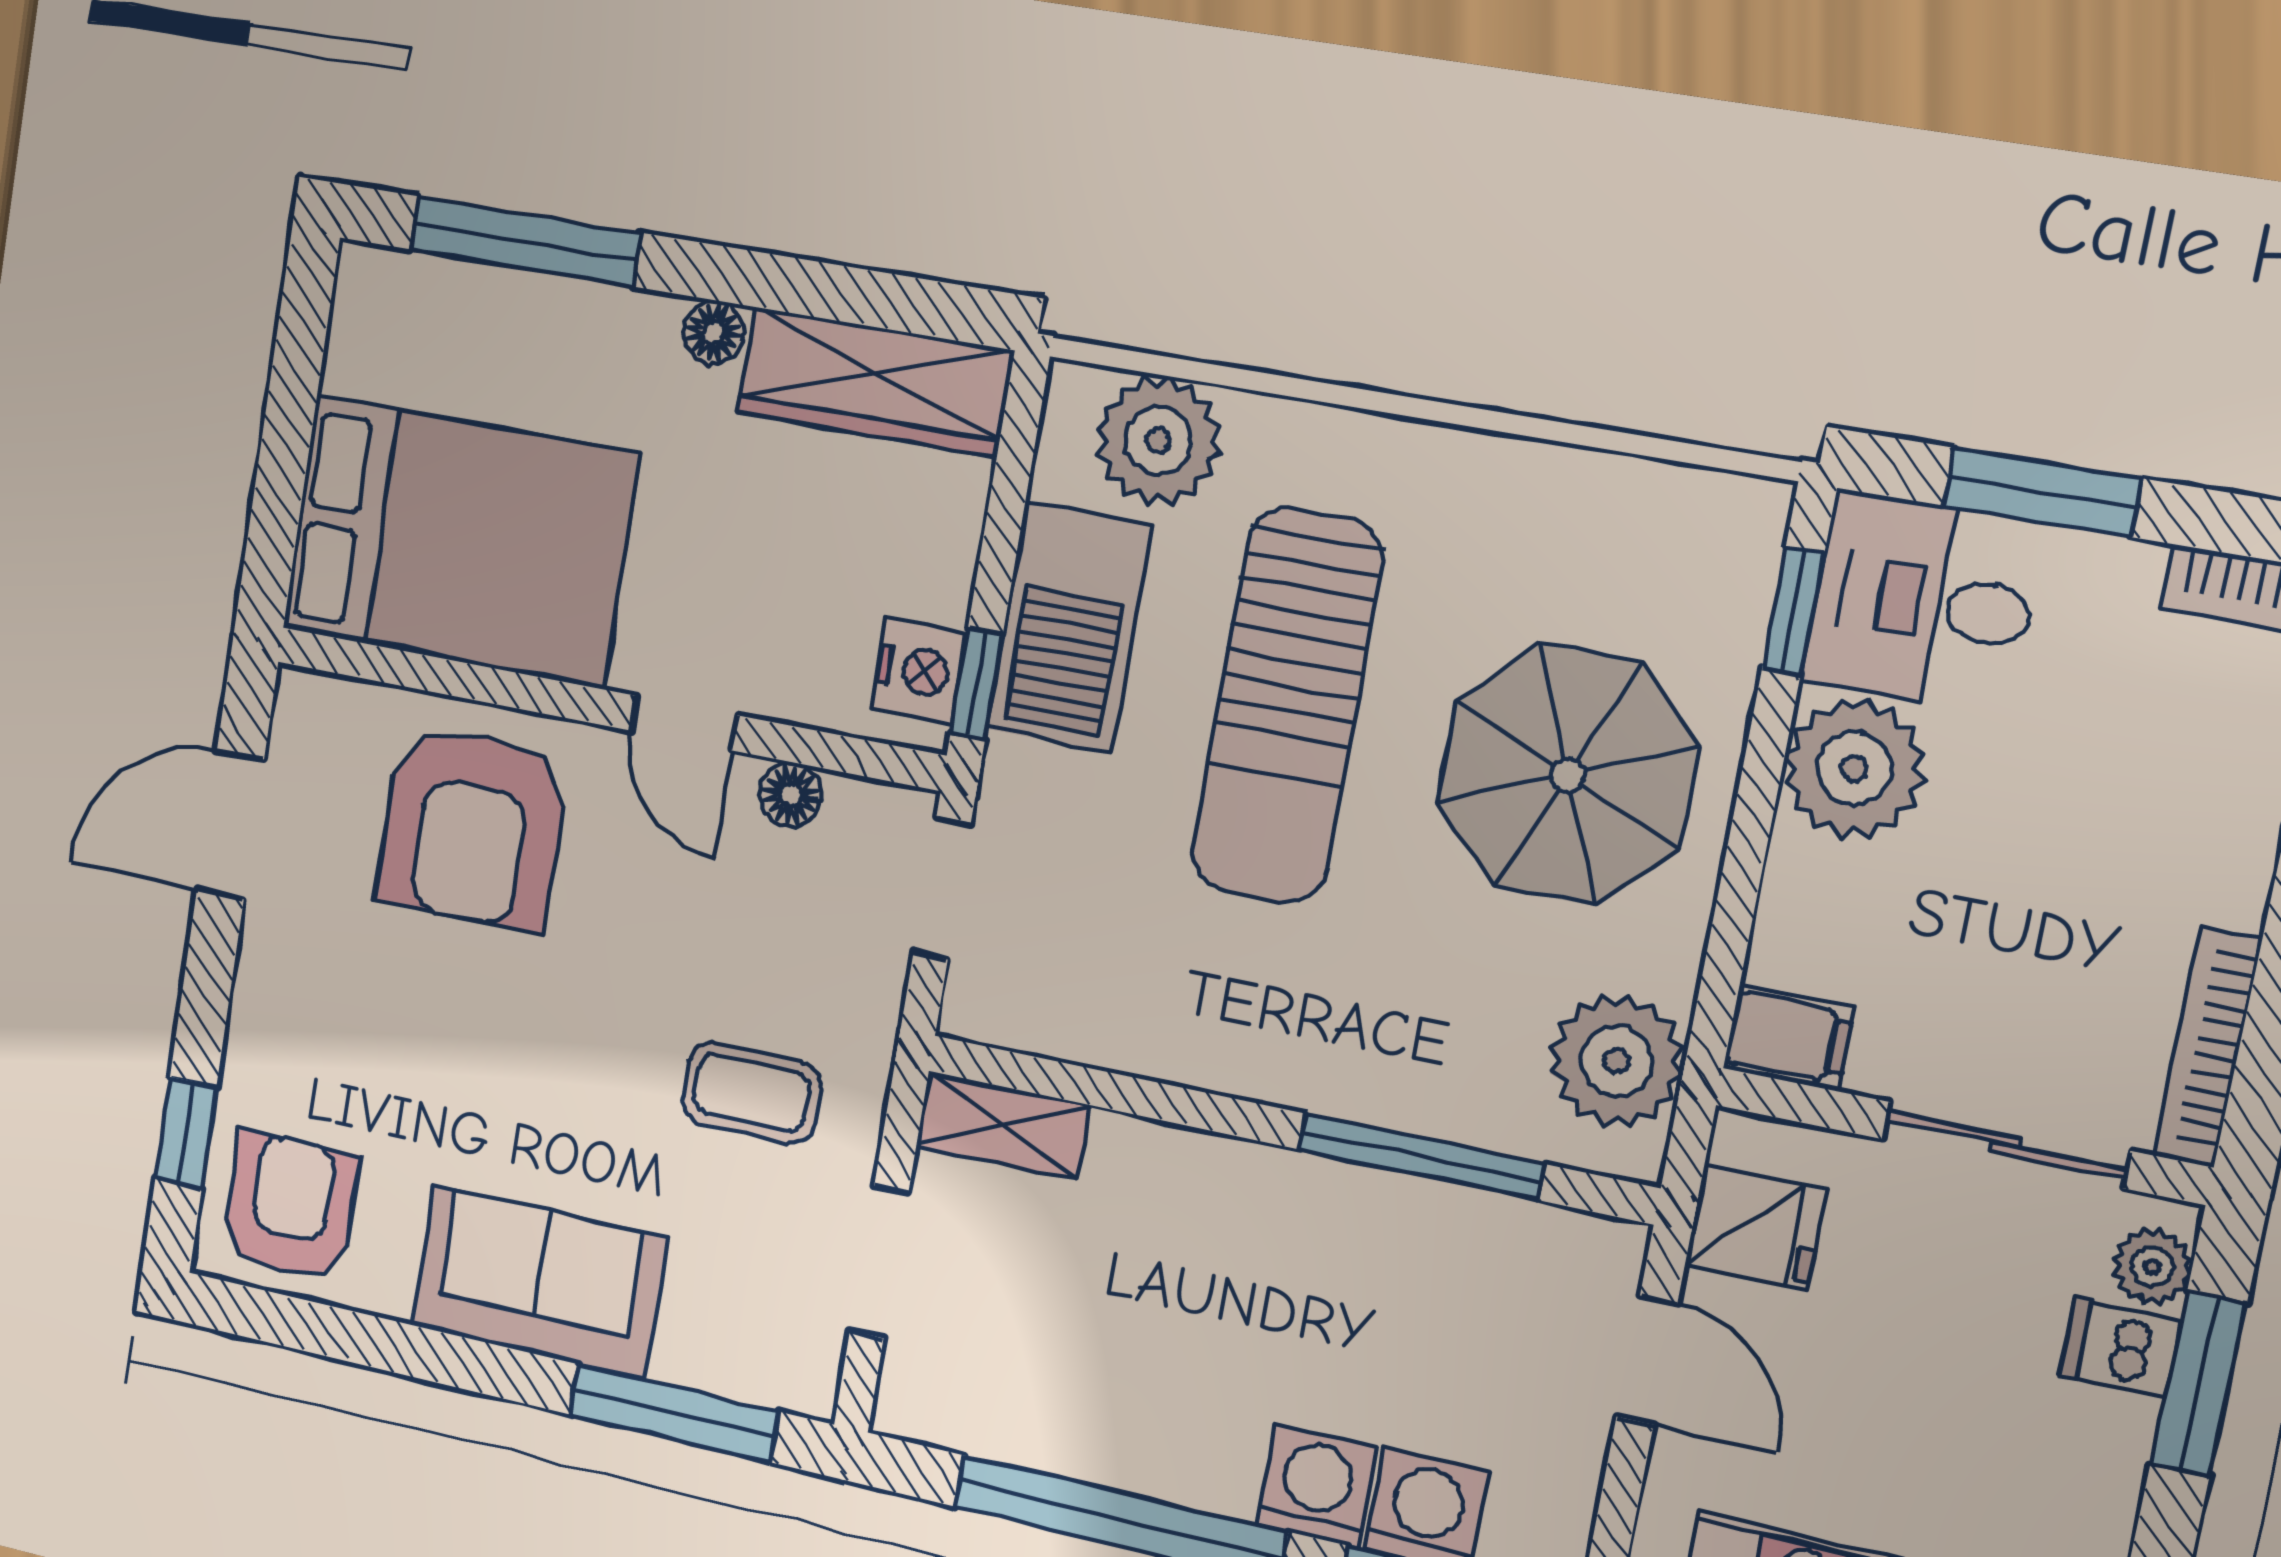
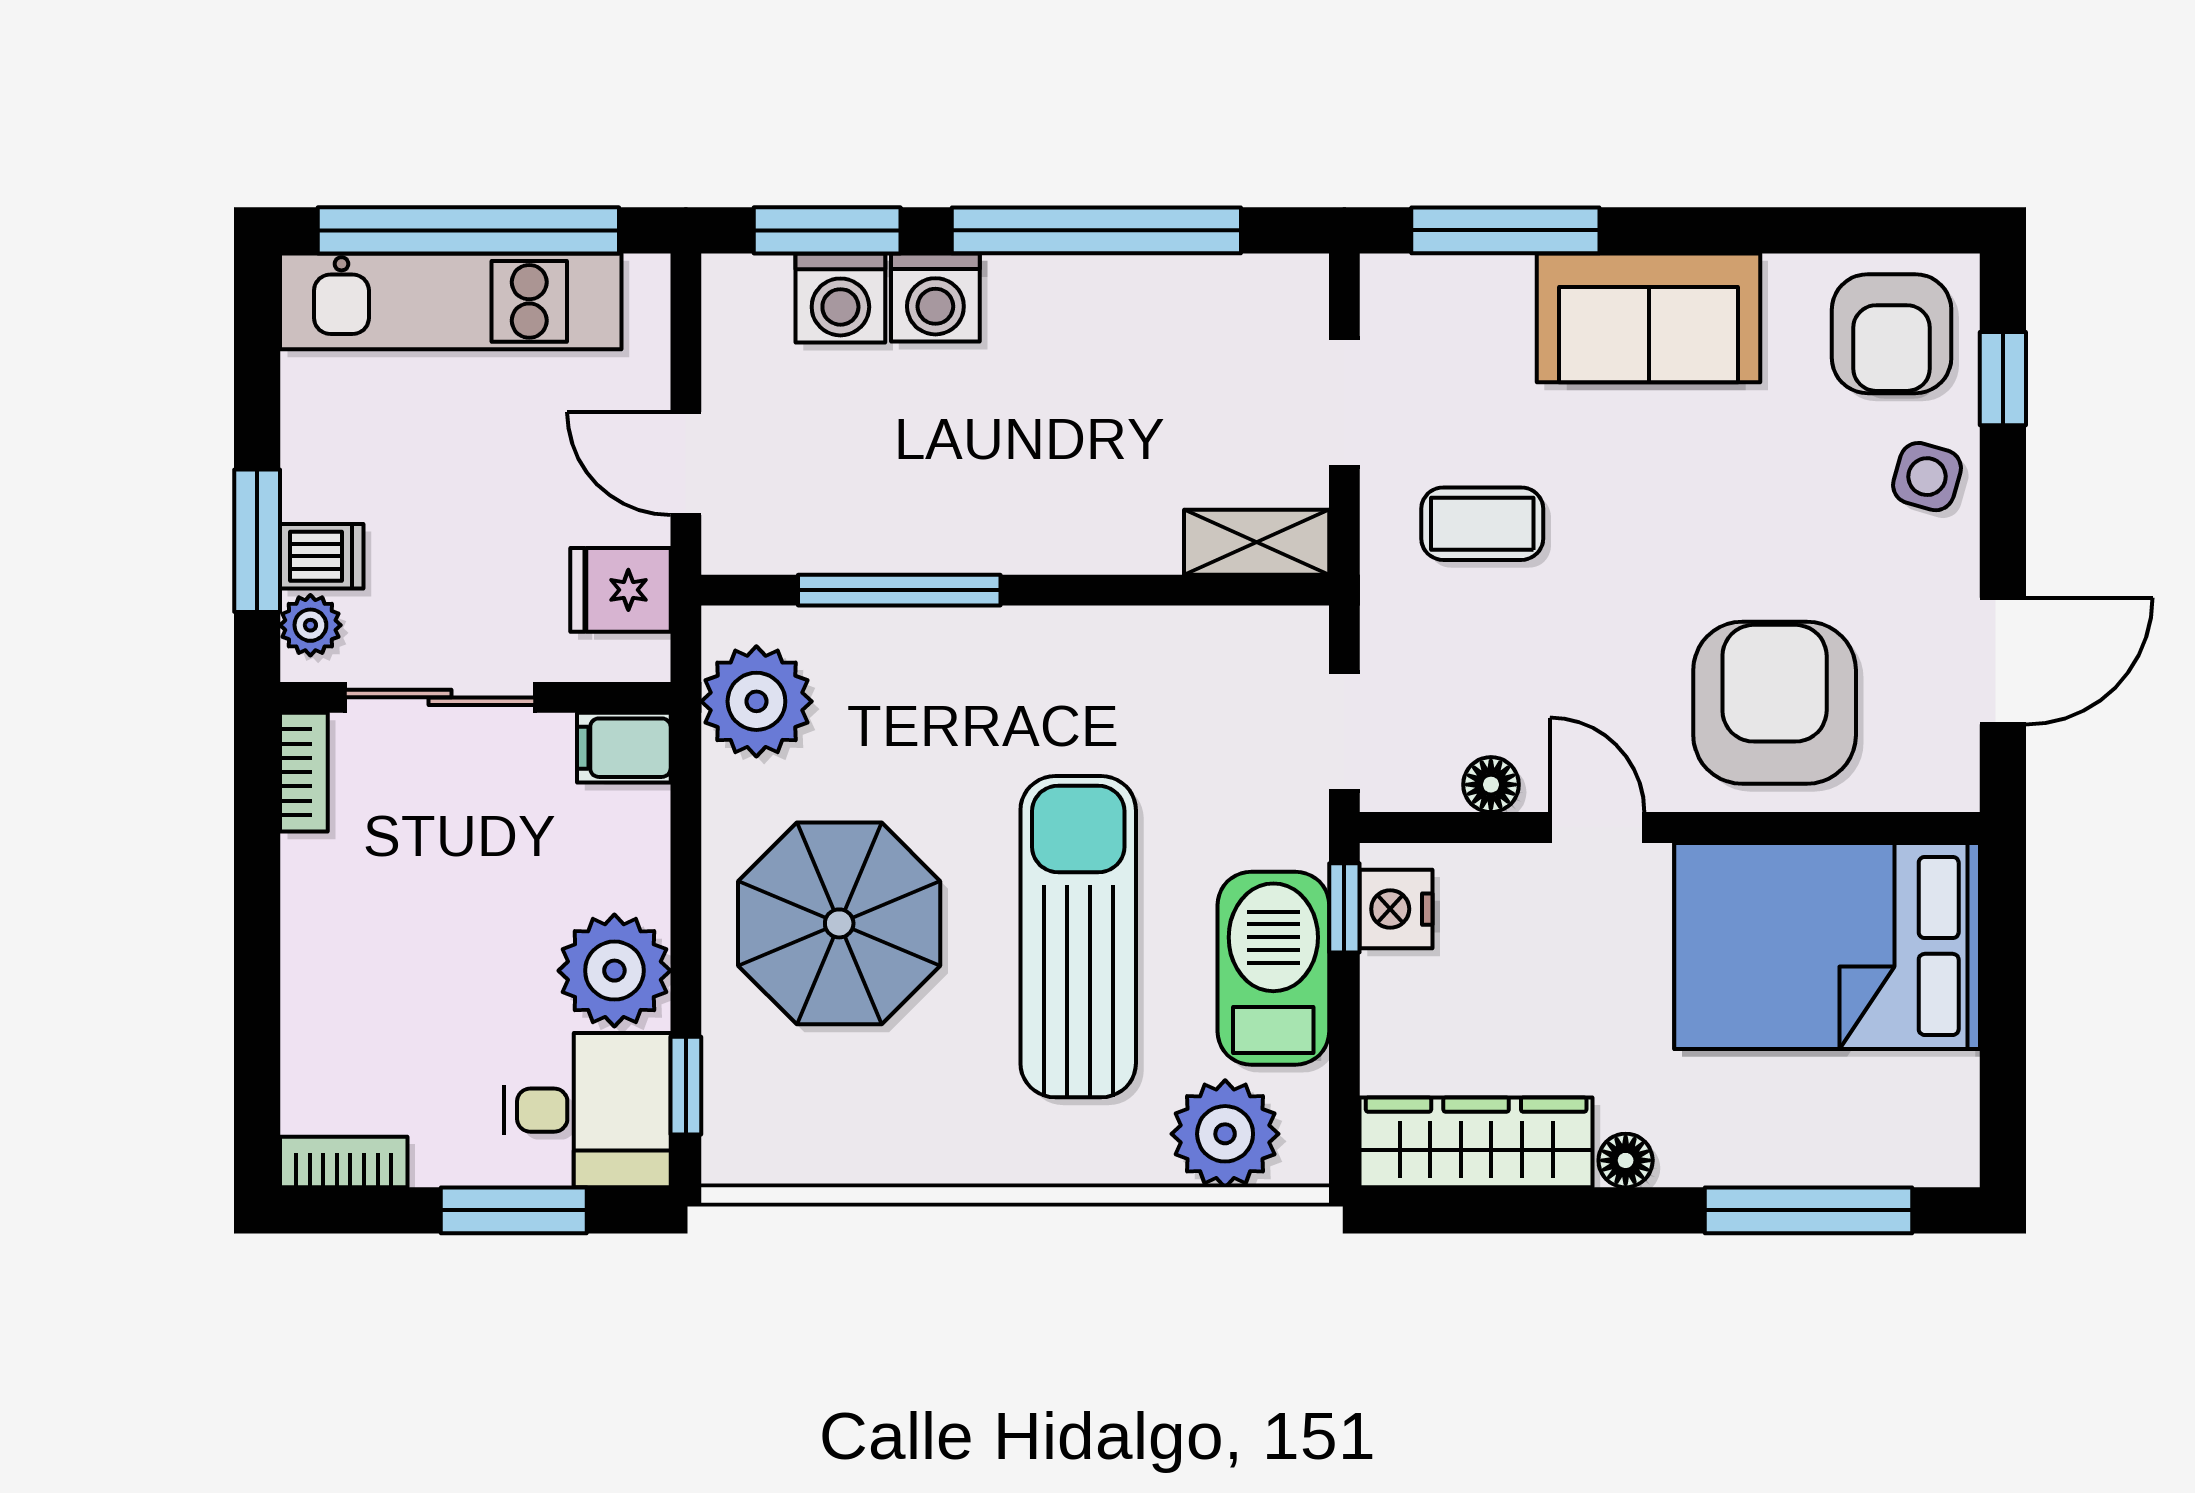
side table: (278, 1043) -> (1927, 477), added
bookcase: (2207, 1047) -> (304, 772), width x0.64

